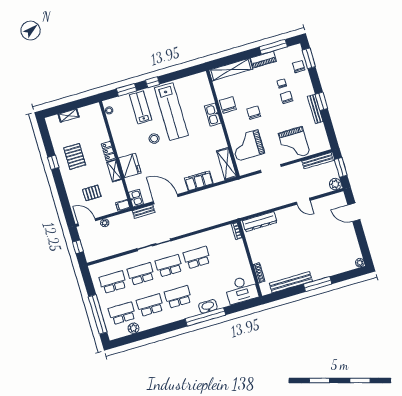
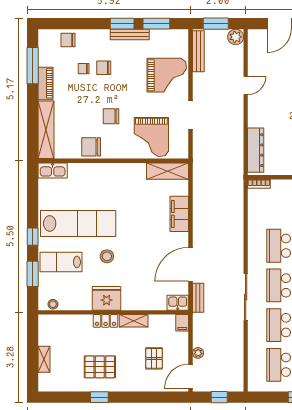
window: (309, 58) -> (156, 24), moved
kitchen sink: (213, 115) -> (53, 170), moved
fridge: (130, 166) -> (107, 298), moved

